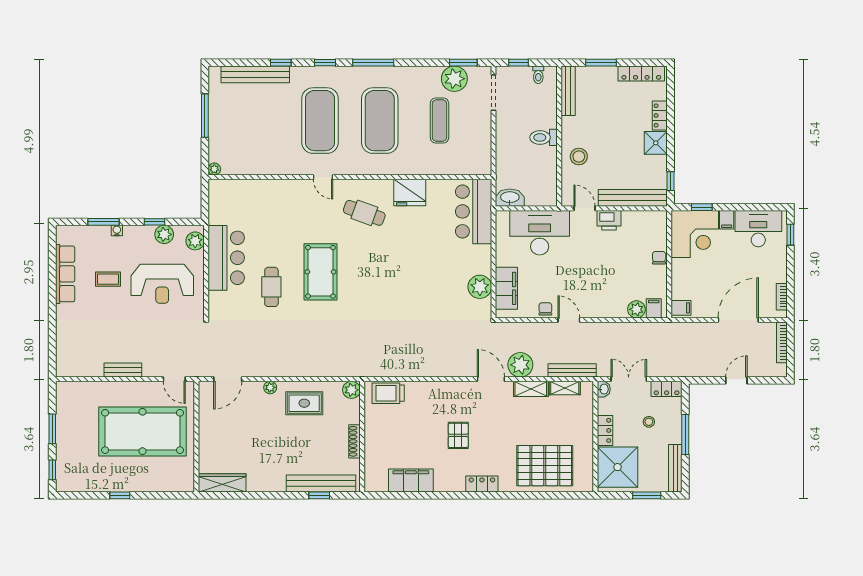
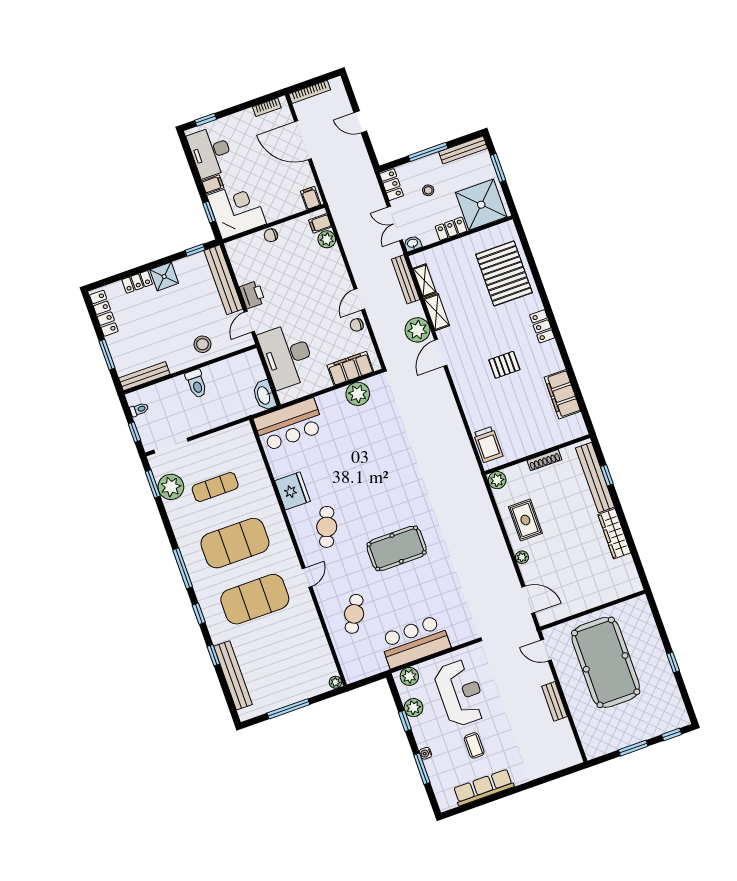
cafe table: (271, 287) -> (354, 614), moved, turned -61
door: (174, 379) -> (546, 650), swing flipped
wardrobe: (222, 483) -> (614, 534), moved

